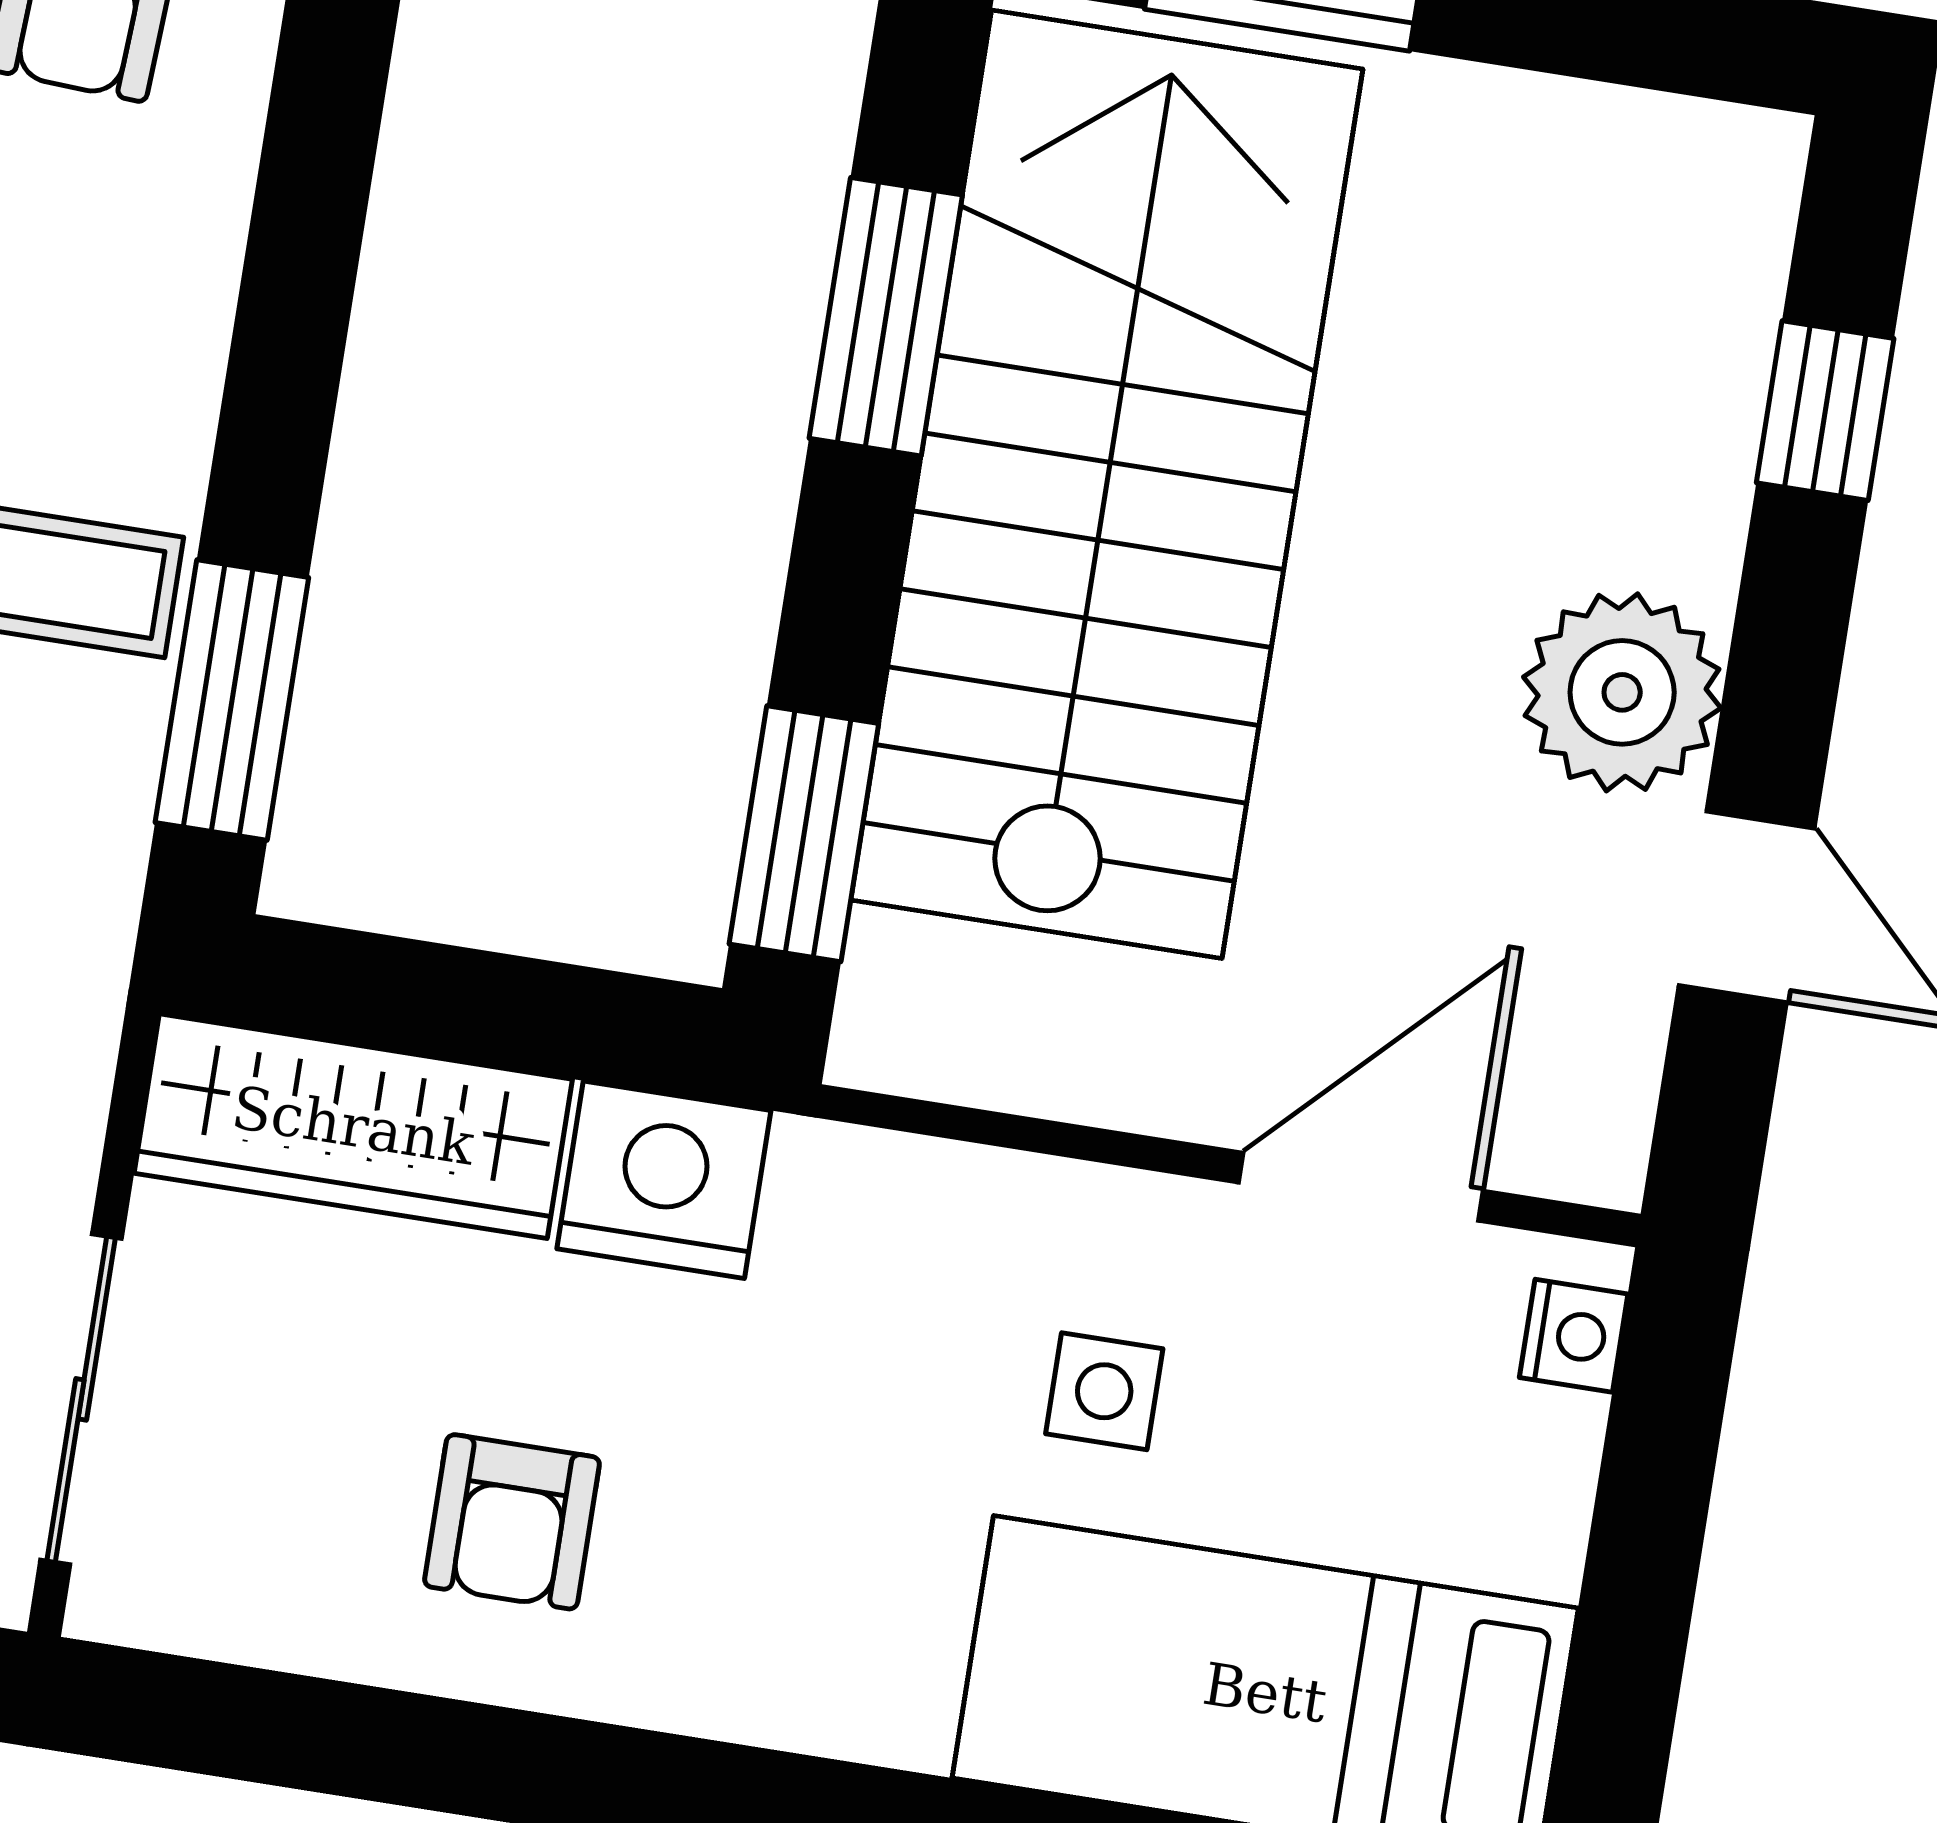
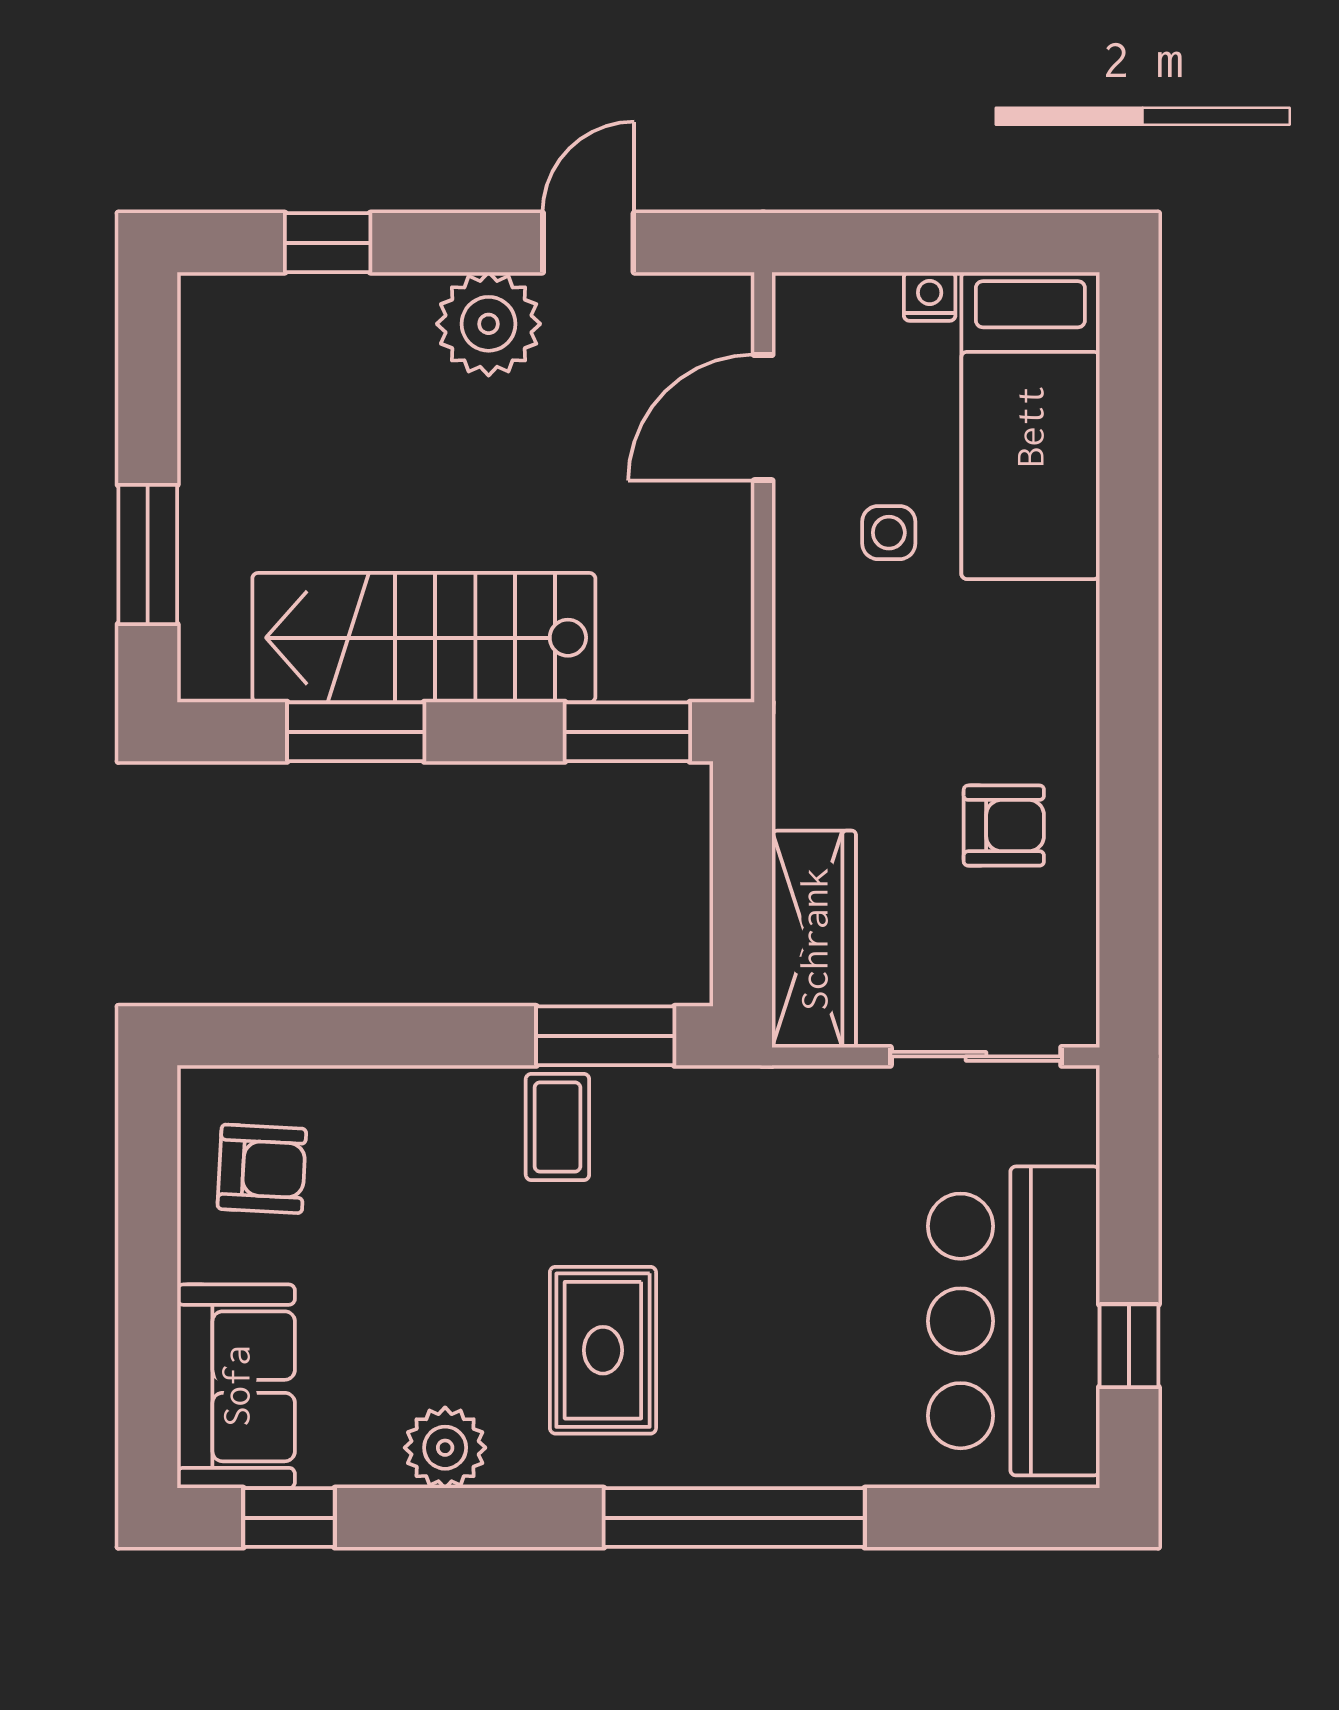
stairs: (1107, 484) -> (424, 638), width x0.73, depth x0.66
nightstand: (664, 1180) -> (816, 775), removed
door: (1361, 1187) -> (763, 418), hinge flipped
nightstand: (1574, 1336) -> (930, 296), moved

